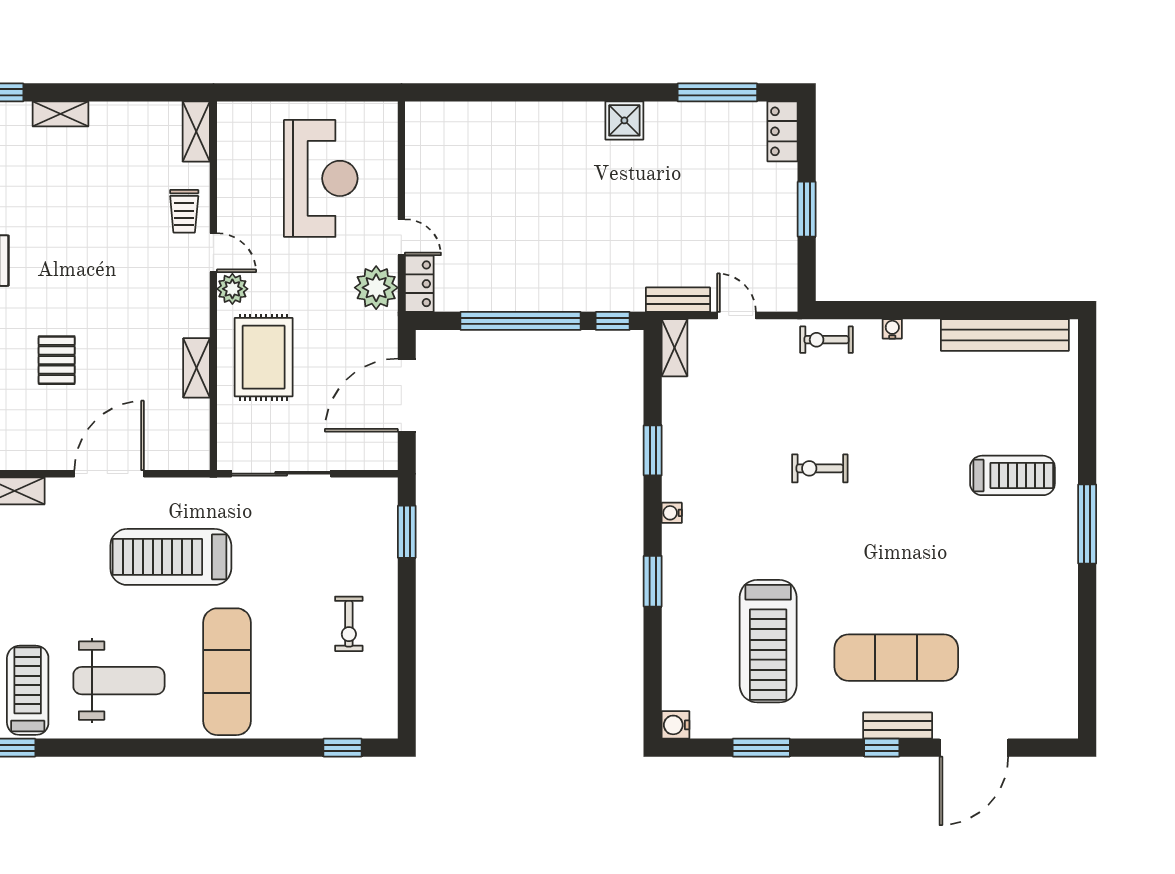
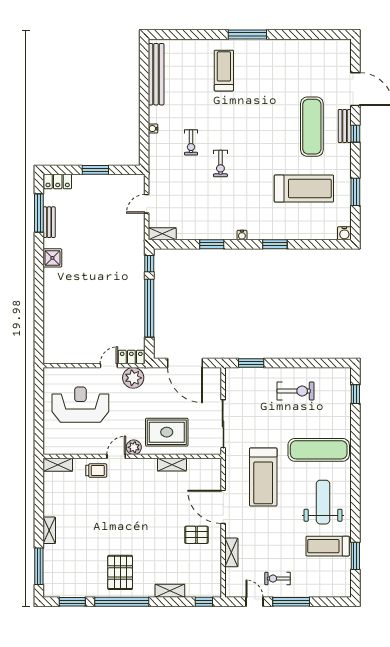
bench: (678, 300) -> (49, 222), moved
exercise bike: (826, 340) -> (191, 142), moved
pallet: (57, 360) -> (196, 535), moved
exercise bike: (349, 624) -> (296, 391), width x1.38, depth x1.39

